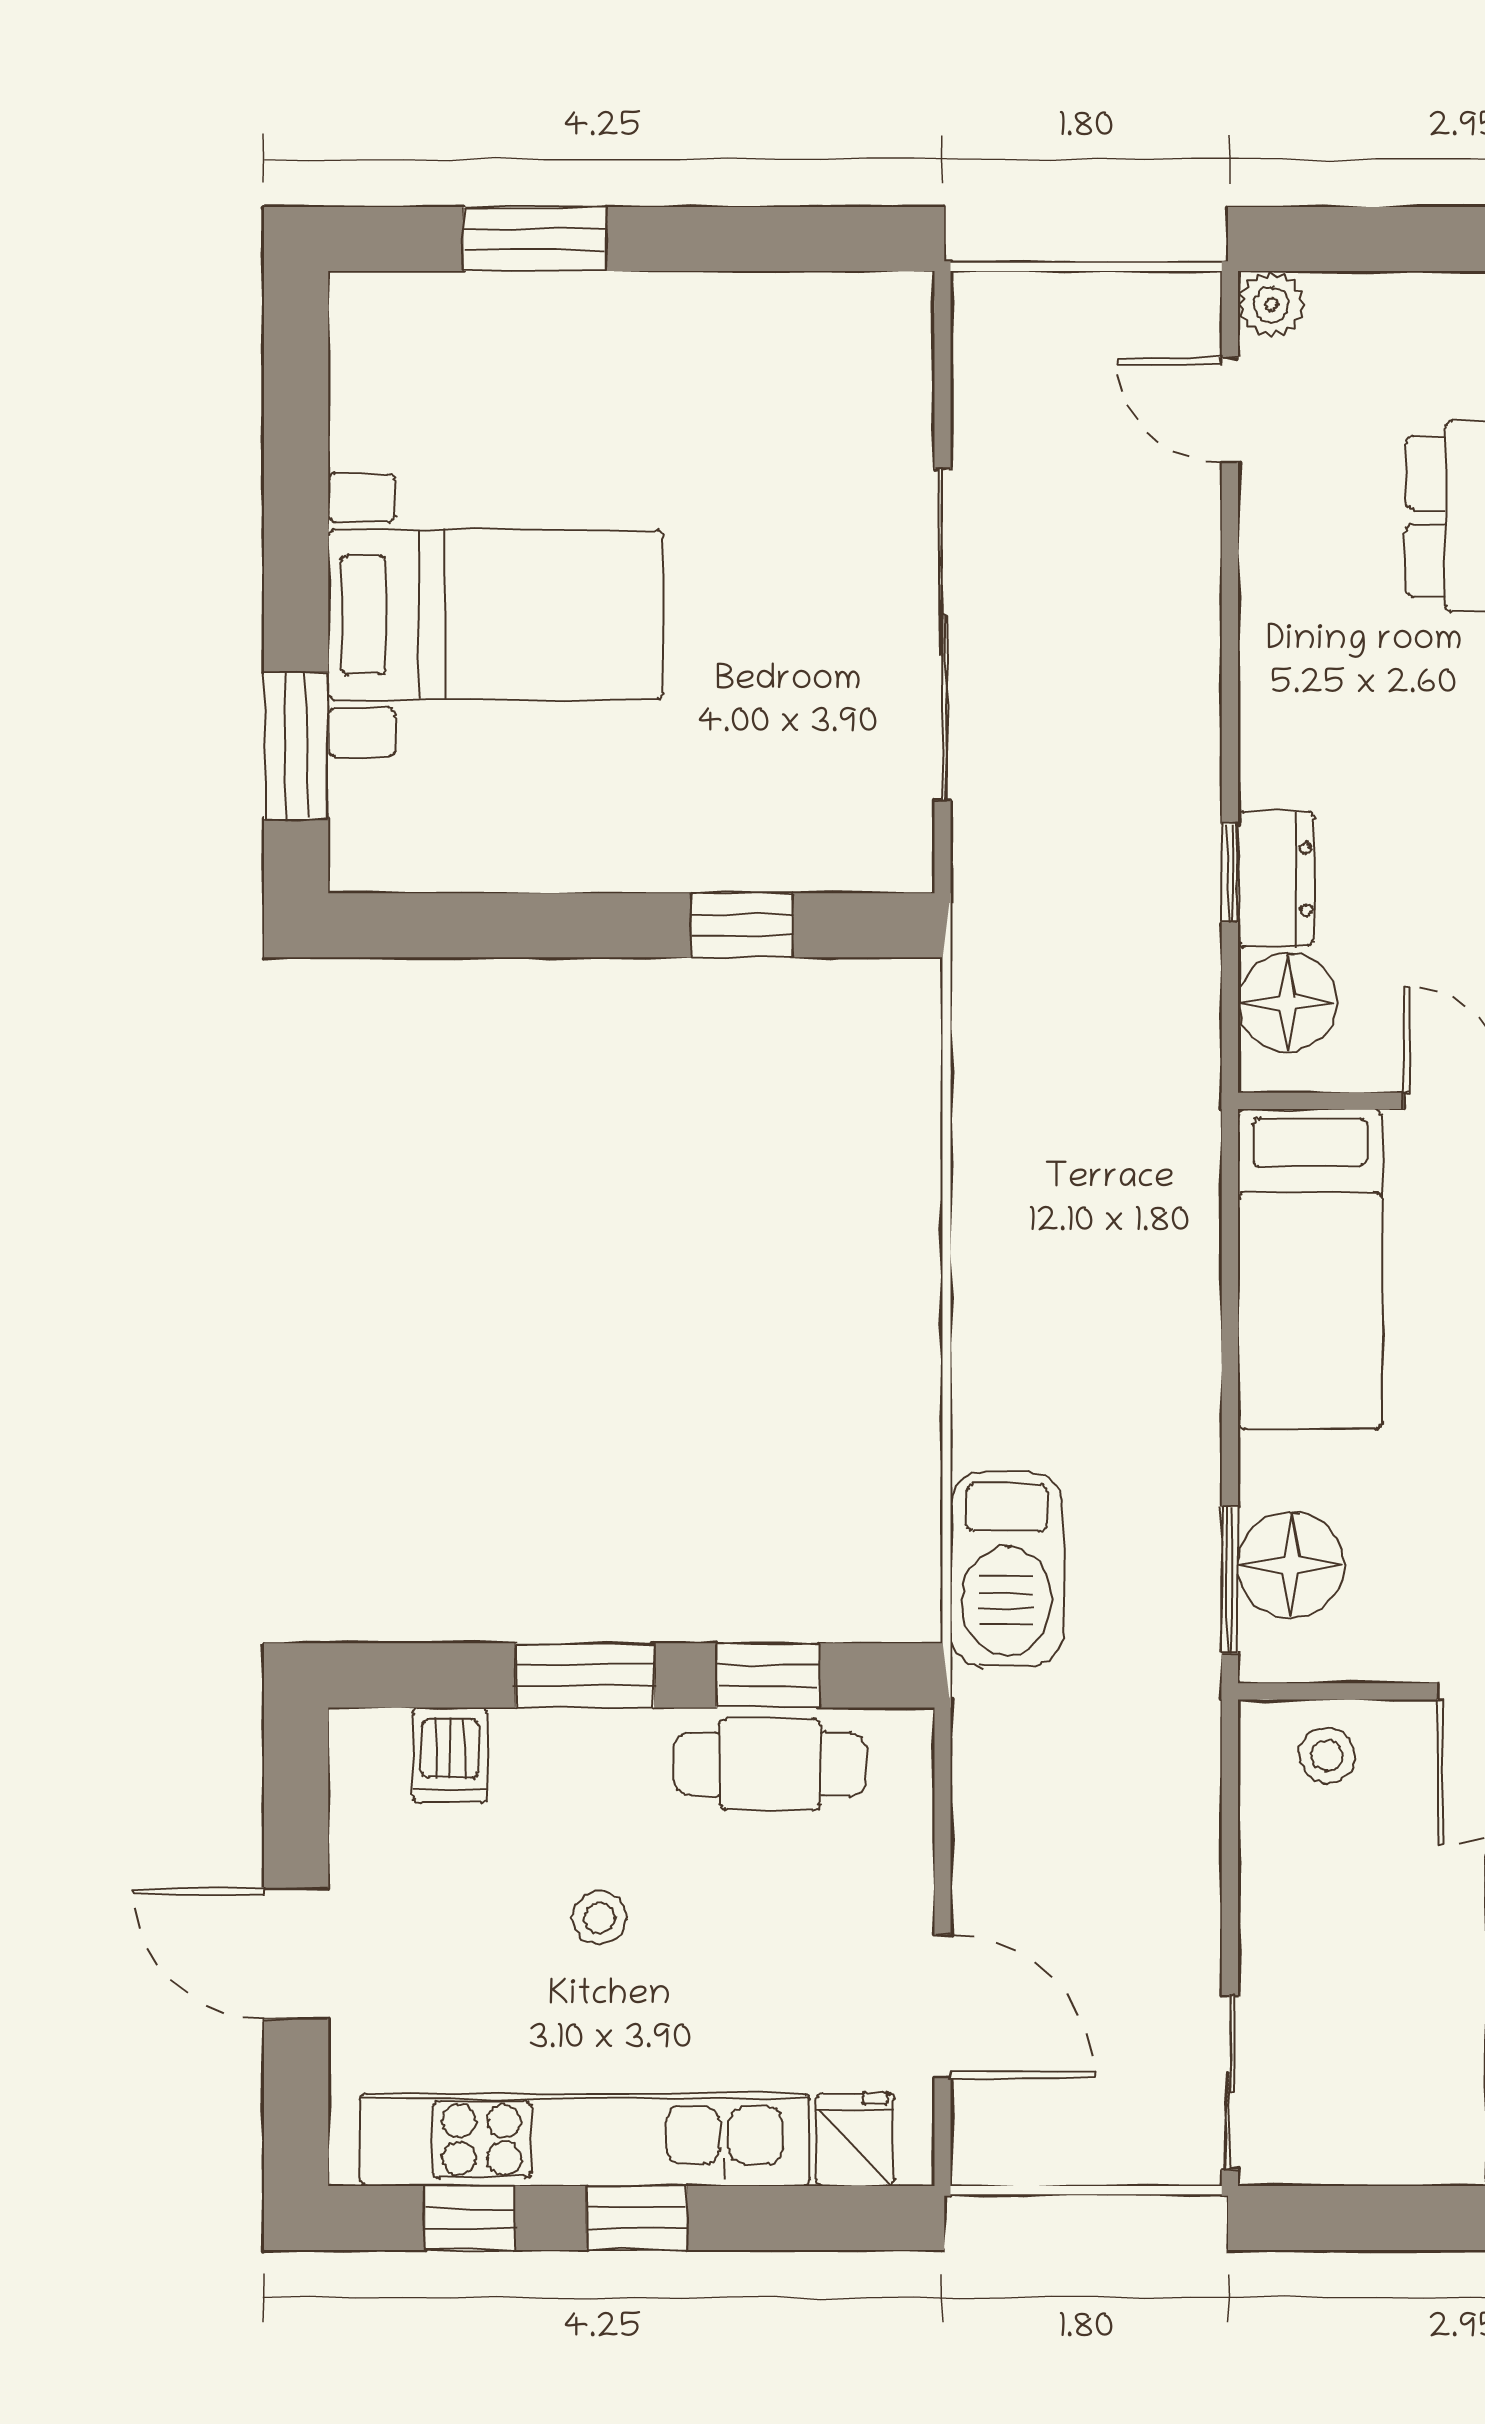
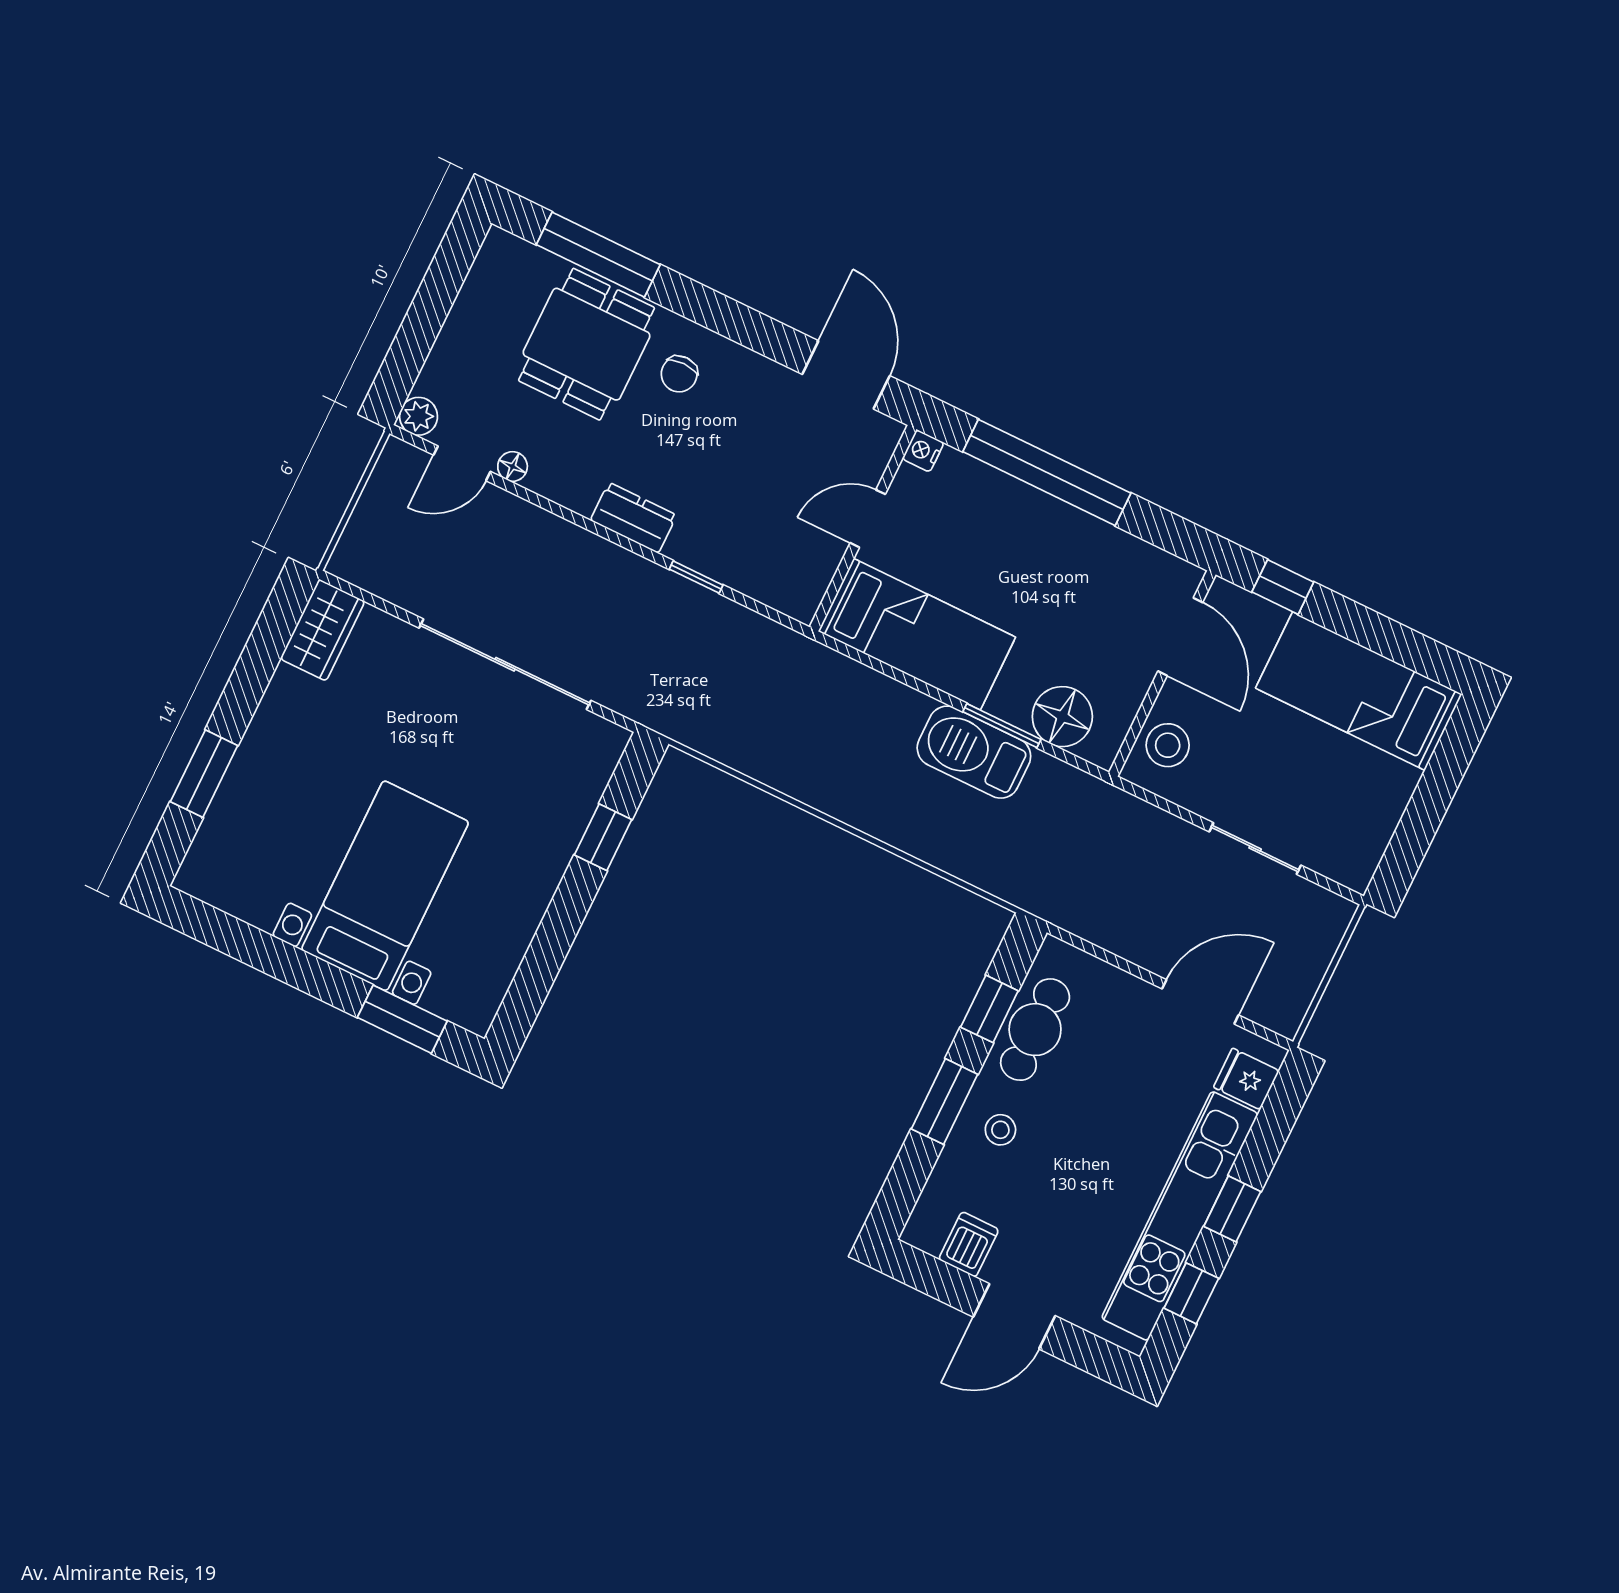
wardrobe: (856, 317) -> (322, 630), added
dresser: (1276, 879) -> (633, 518), moved
floor lamp: (1287, 1003) -> (513, 467), moved, width x0.53, depth x0.53
barbecue: (1007, 1569) -> (974, 752), moved, turned 180
window: (1230, 1580) -> (1002, 726), moved
dishwasher: (450, 1755) -> (969, 1244), moved, turned -90
stool: (1327, 1755) -> (1168, 745), width x1.37, depth x1.37
stool: (600, 1918) -> (1000, 1130), moved
sliding door: (1230, 2082) -> (1255, 848), moved

